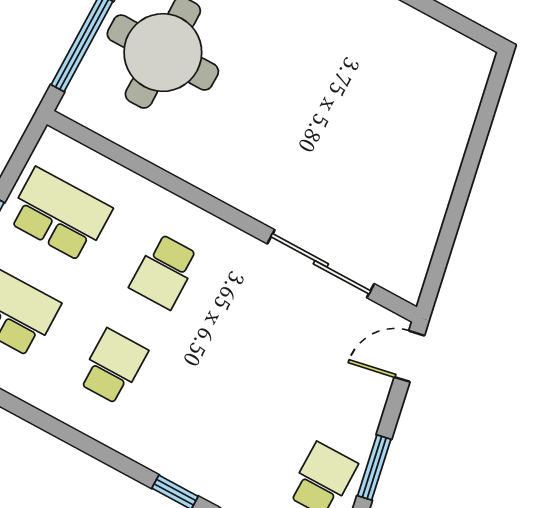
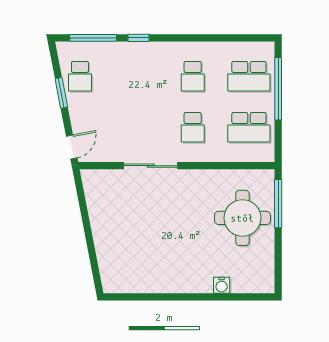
sliding door: (321, 264) -> (151, 166), moved
school desk: (164, 271) -> (193, 127), turned 180

